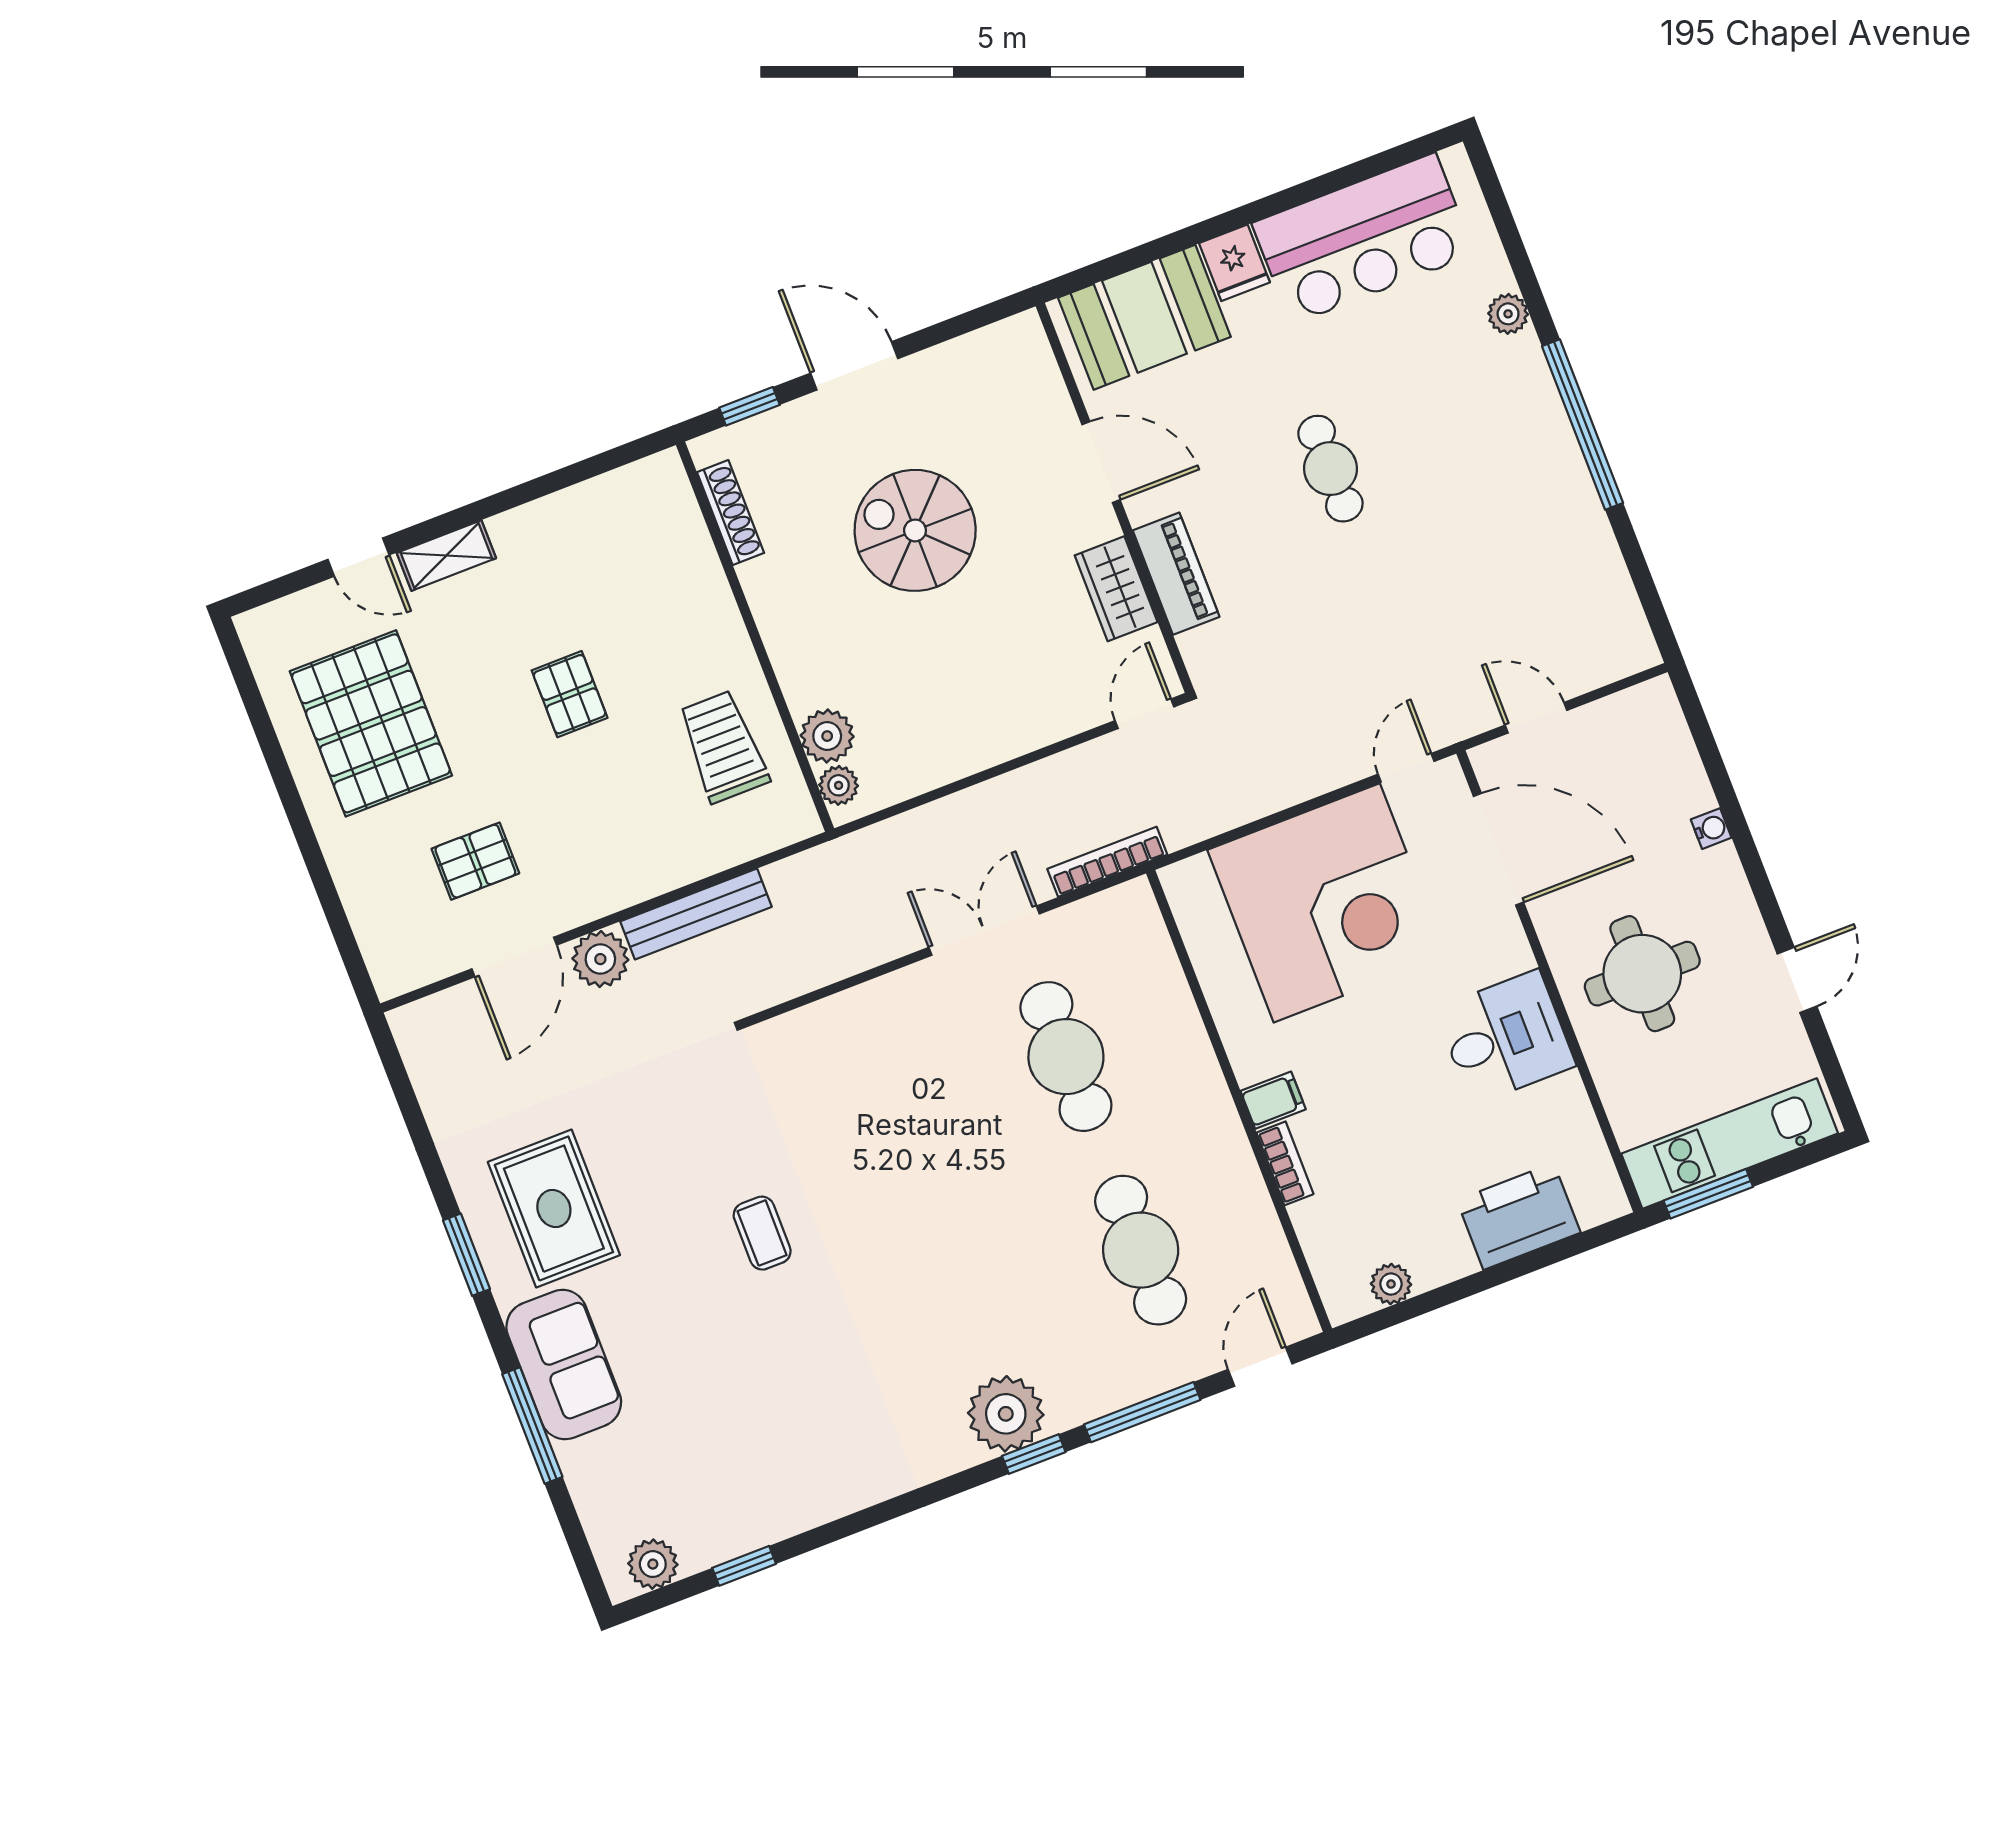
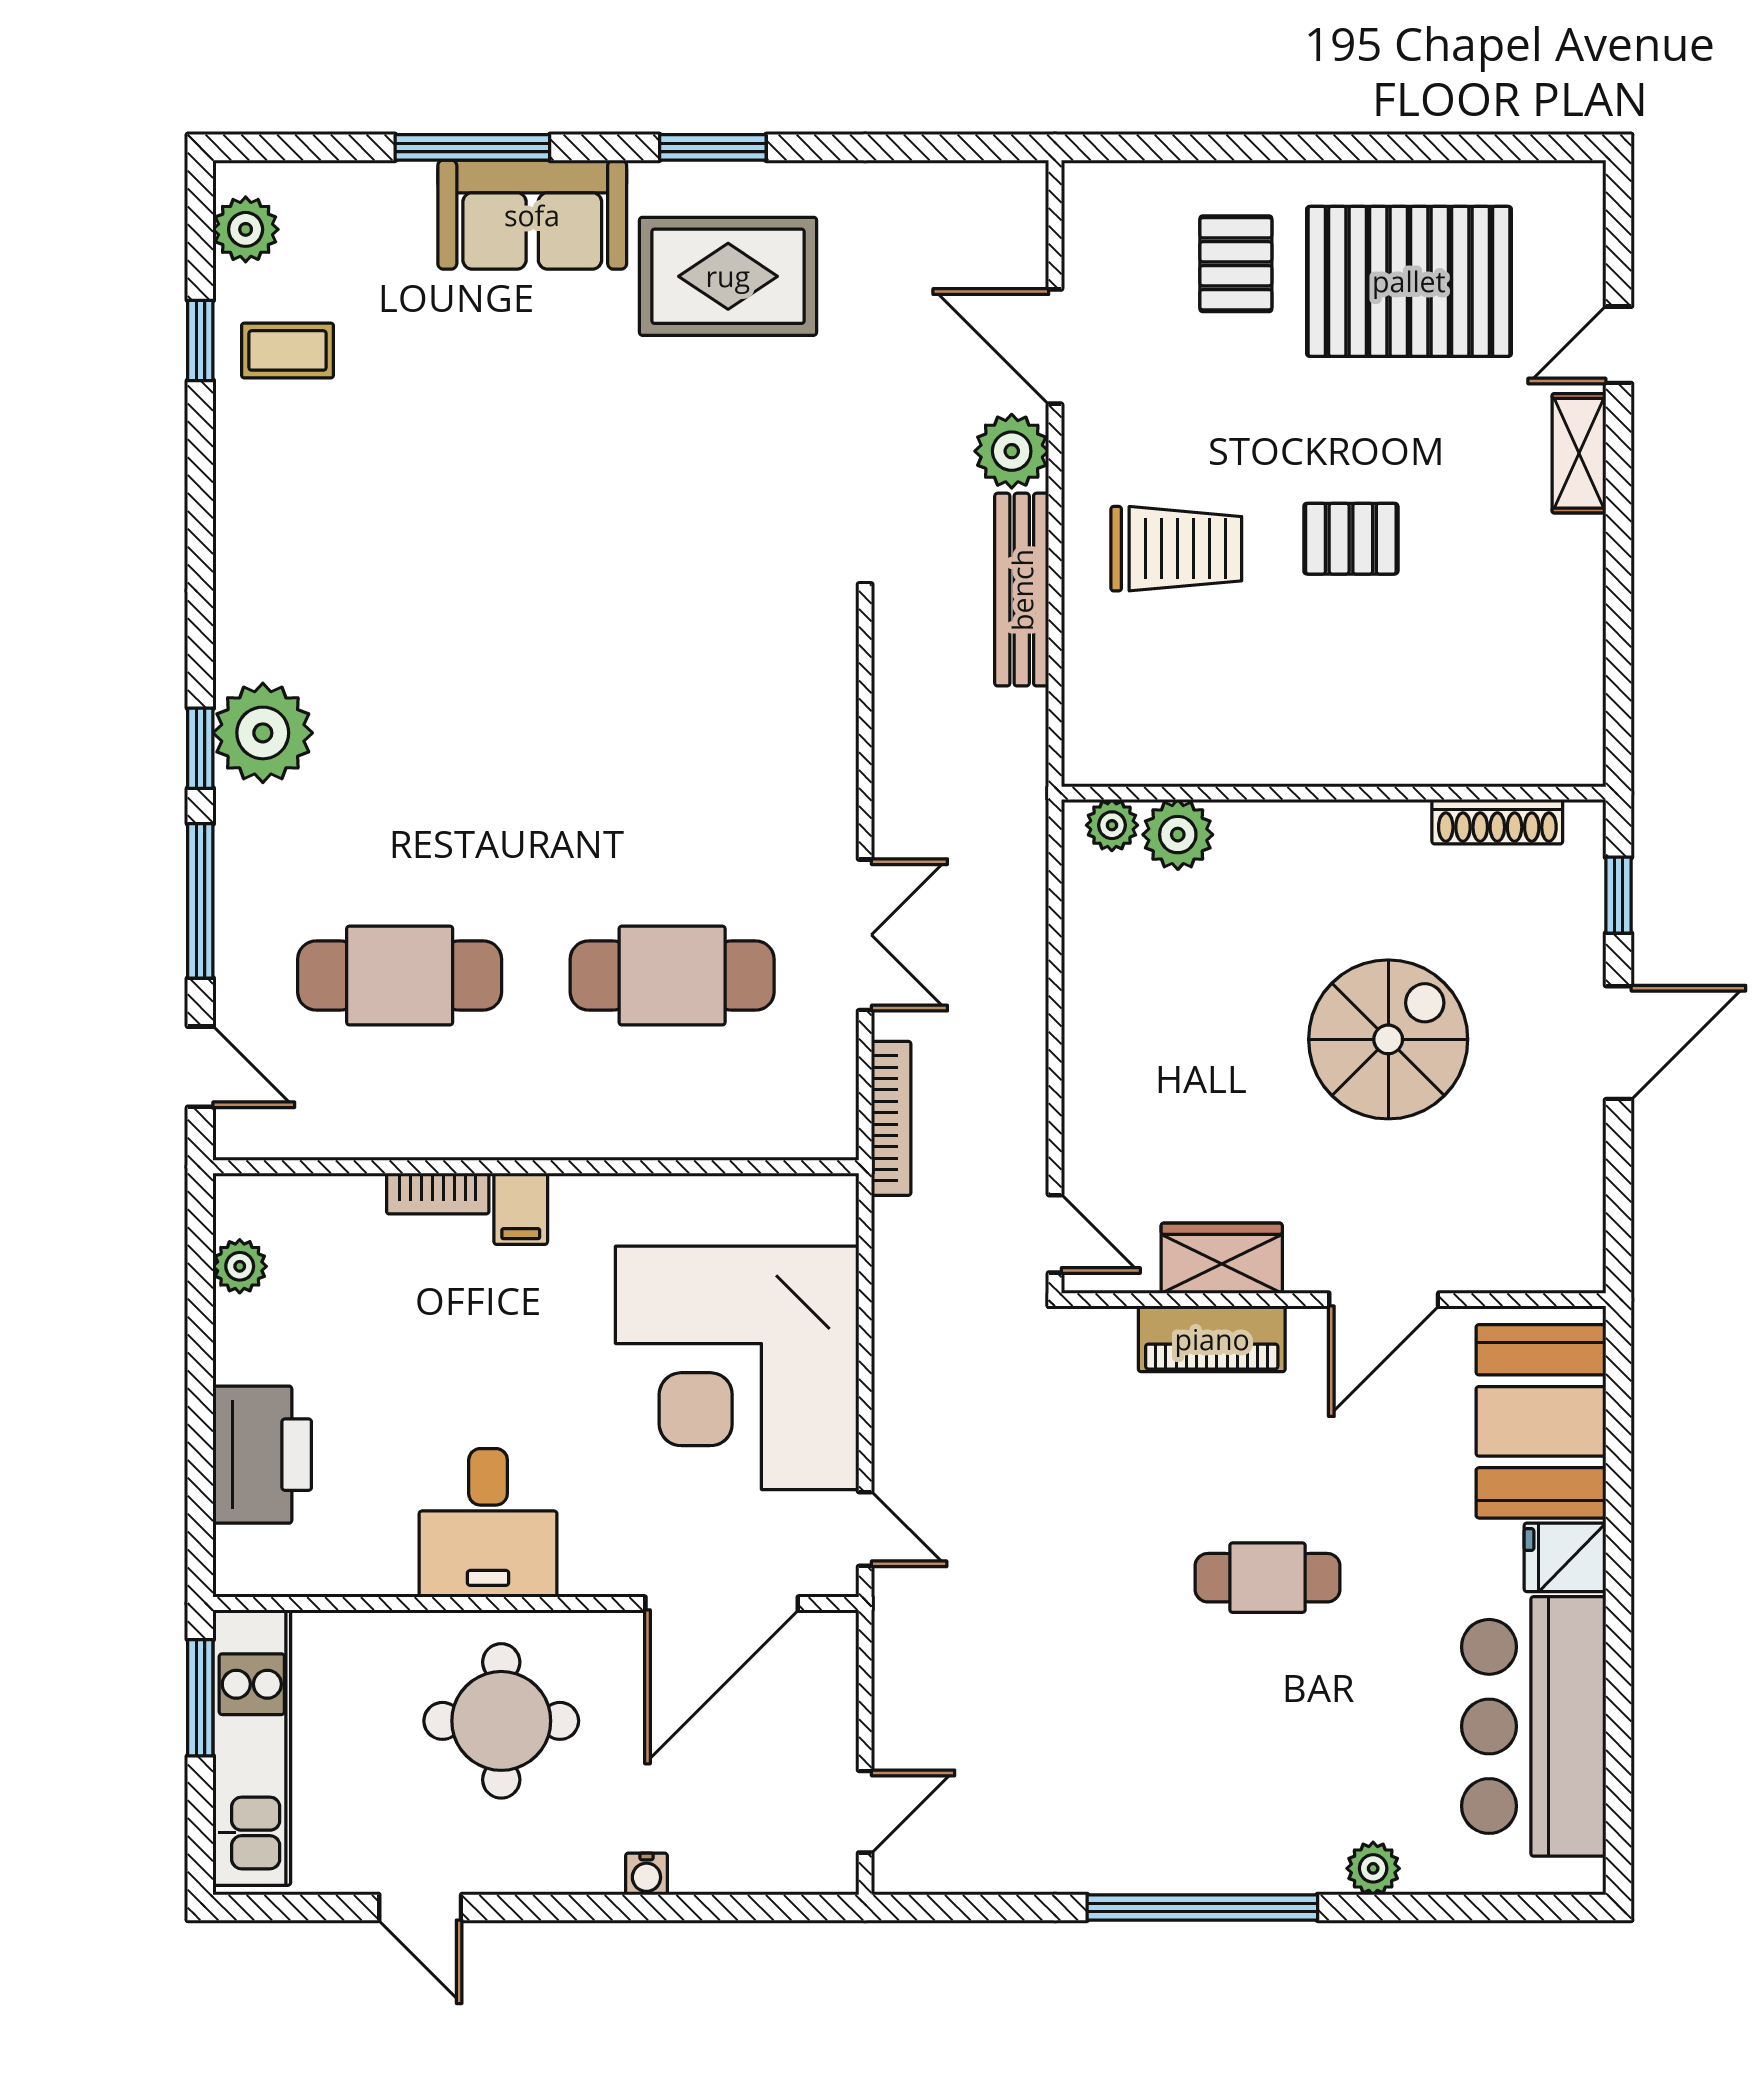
door: (1536, 718) -> (865, 1812), moved
trolley: (723, 747) -> (1176, 549), moved
pallet: (475, 861) -> (1236, 264), moved
coffee table: (762, 1233) -> (287, 350), moved

